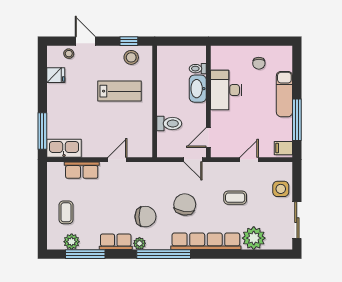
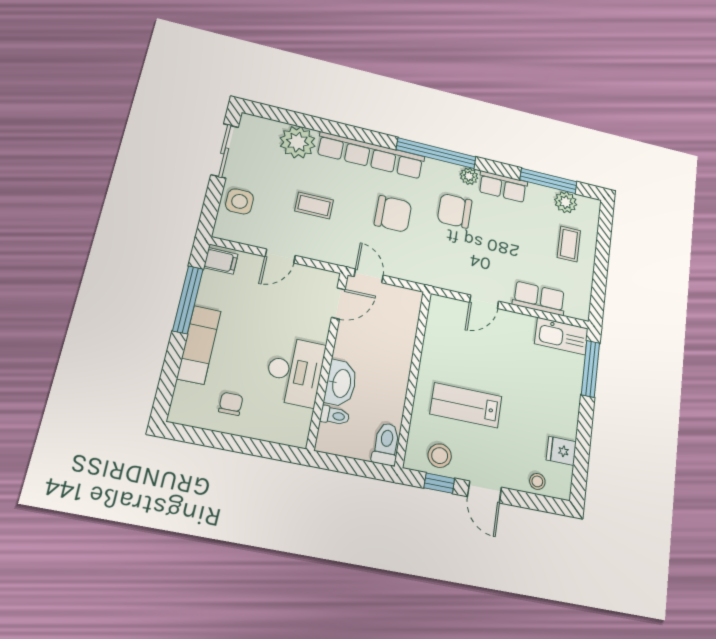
door: (85, 41) -> (484, 492), moved
toilet: (169, 123) -> (386, 444), moved, turned 90
chair: (185, 204) -> (393, 214), turned -98

